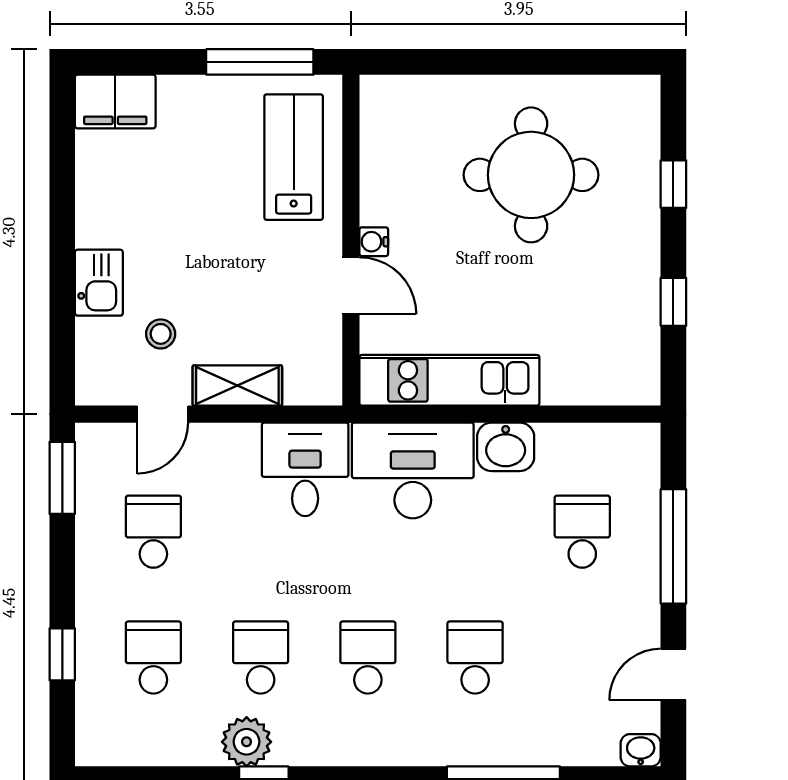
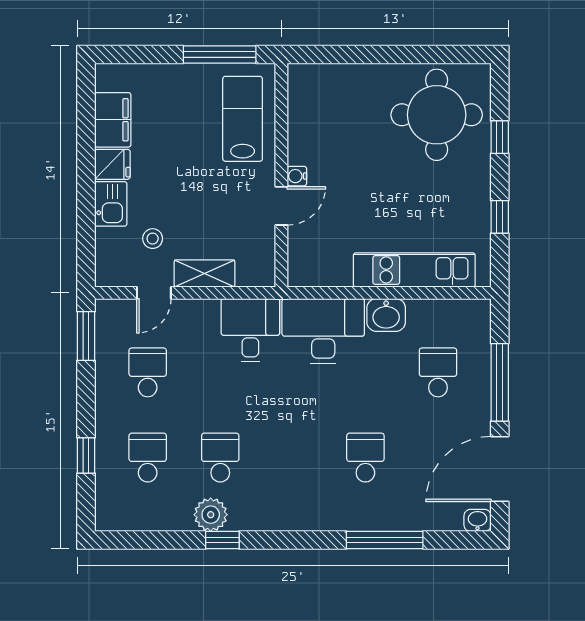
filing cabinet: (115, 101) -> (113, 120), moved, turned -90
round table: (531, 175) -> (437, 115), moved
fridge: (101, 224) -> (112, 164), added
door: (351, 286) -> (281, 206), hinge flipped
kitchen unit: (449, 380) -> (414, 270), moved
school desk: (368, 657) -> (293, 458), removed
door: (673, 674) -> (500, 469), width x1.87

